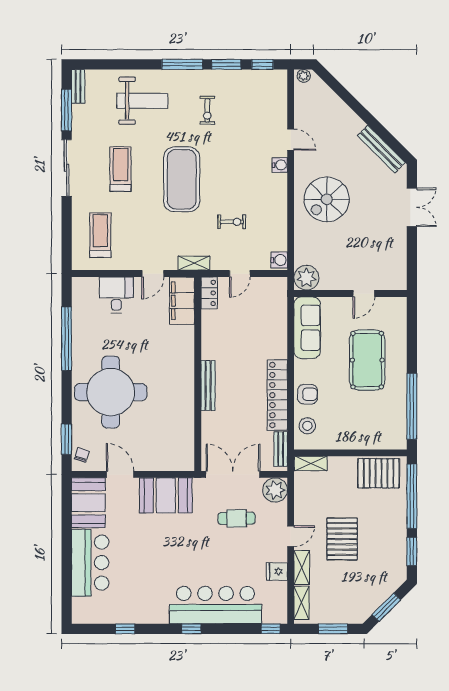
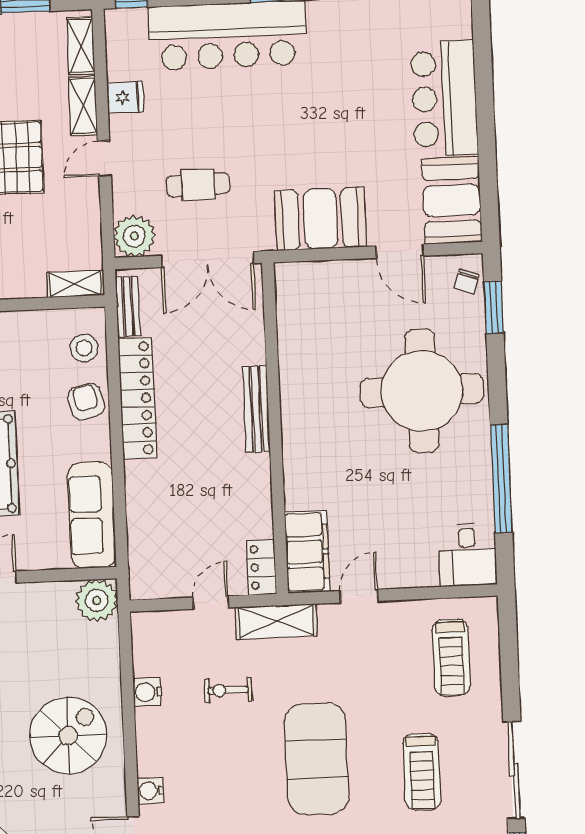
water cooler: (279, 260) -> (147, 692), moved
shelving: (194, 263) -> (276, 622), width x1.50, depth x1.33
desk: (116, 295) -> (467, 555), moved
armchair: (308, 394) -> (86, 402), turned 76

